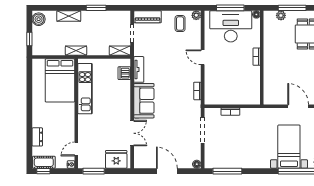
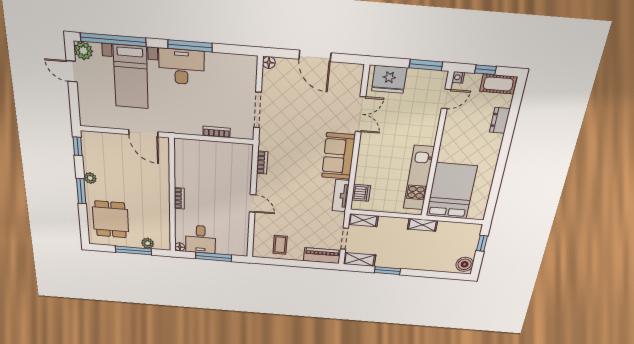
plant: (196, 15) -> (258, 252), removed
shelving: (69, 16) -> (359, 260), moved
desk: (231, 26) -> (201, 239), width x0.53, depth x0.77
door: (298, 106) -> (143, 133), moved
double door: (132, 133) -> (360, 114), swing flipped
desk: (255, 157) -> (181, 67), added
window: (43, 171) -> (485, 70), moved
window: (227, 171) -> (190, 46), moved

